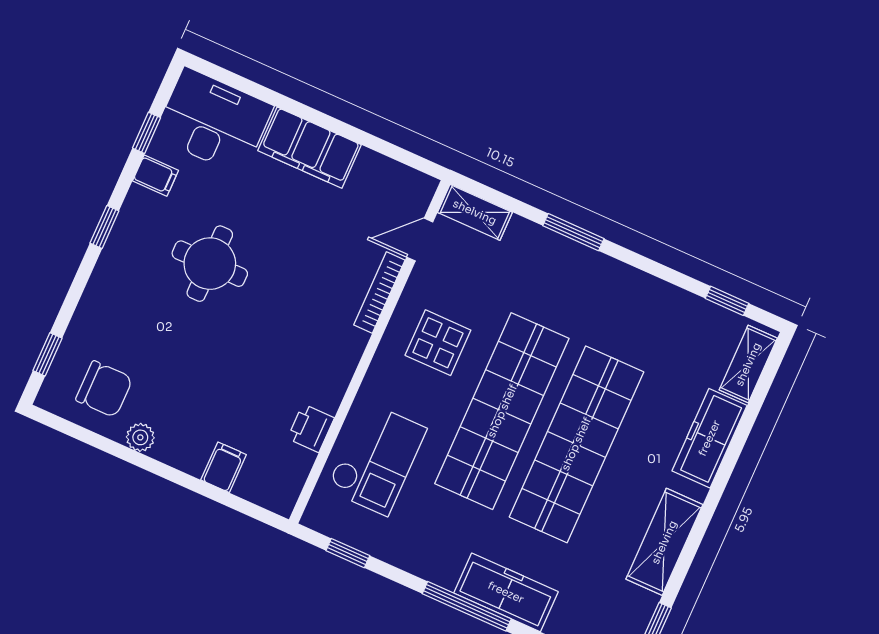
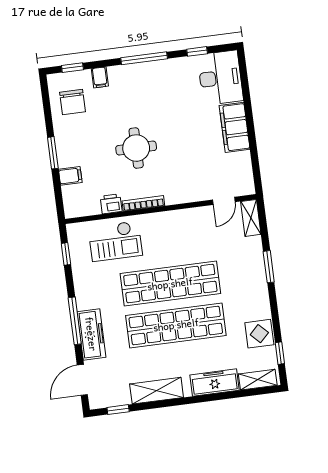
filing cabinet: (156, 176) -> (100, 77), moved
window: (104, 227) -> (144, 58), width x2.17
door: (420, 240) -> (224, 201), swing flipped
round table: (210, 264) -> (136, 148), moved
bookcase: (379, 292) -> (143, 203), moved
display table: (438, 343) -> (259, 334), moved
plant: (140, 437) -> (61, 131), removed
window: (168, 473) -> (53, 153), added

